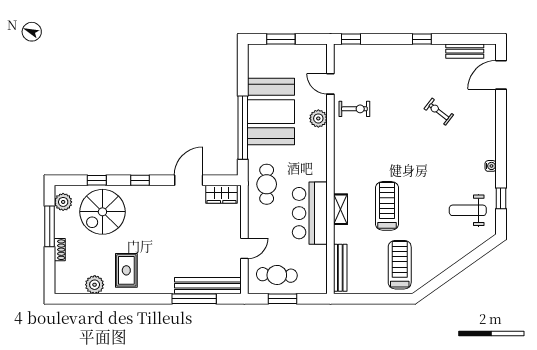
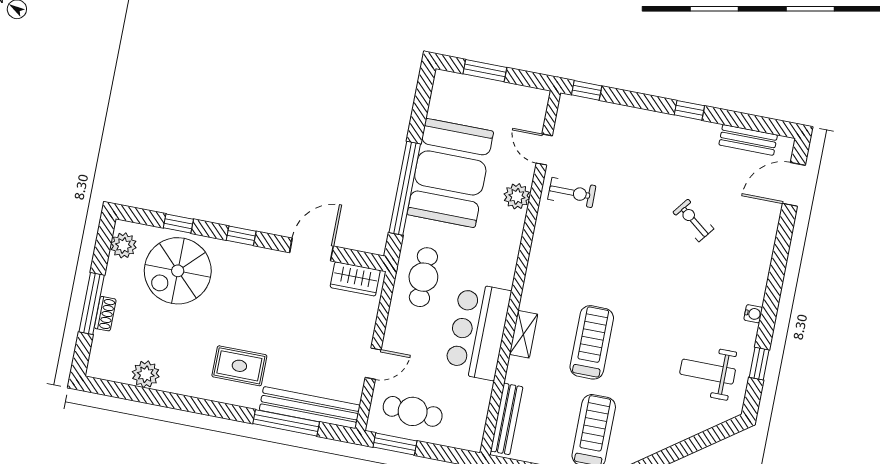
window: (50, 226) -> (92, 304), moved
rug: (126, 270) -> (239, 366), moved, turned 90
window: (283, 299) -> (395, 444), moved

